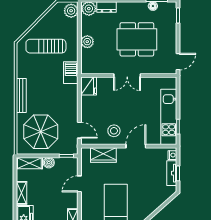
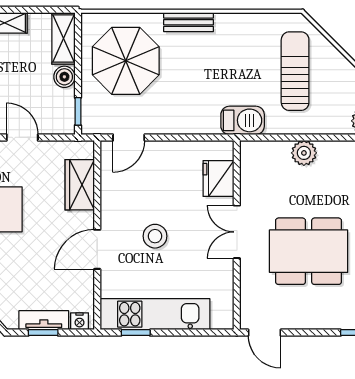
dining table: (137, 39) -> (309, 251), turned 90
fridge: (89, 86) -> (219, 179), moved, turned 90
bench: (21, 95) -> (189, 22), width x0.73
stool: (114, 131) -> (155, 236), moved
door: (136, 146) -> (97, 249), swing flipped

